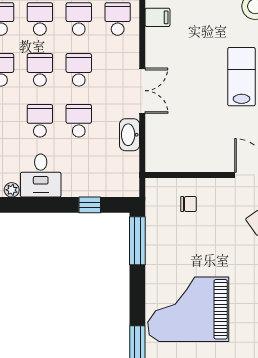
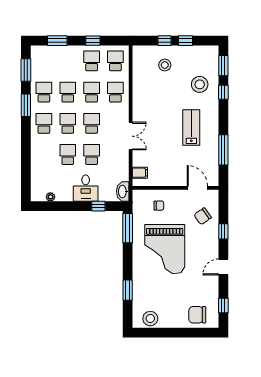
filing cabinet: (157, 17) -> (140, 173), moved
washbasin: (130, 135) -> (123, 191), moved
desk: (41, 176) -> (86, 188), moved
grand piano: (188, 309) -> (165, 249), moved, turned -90

